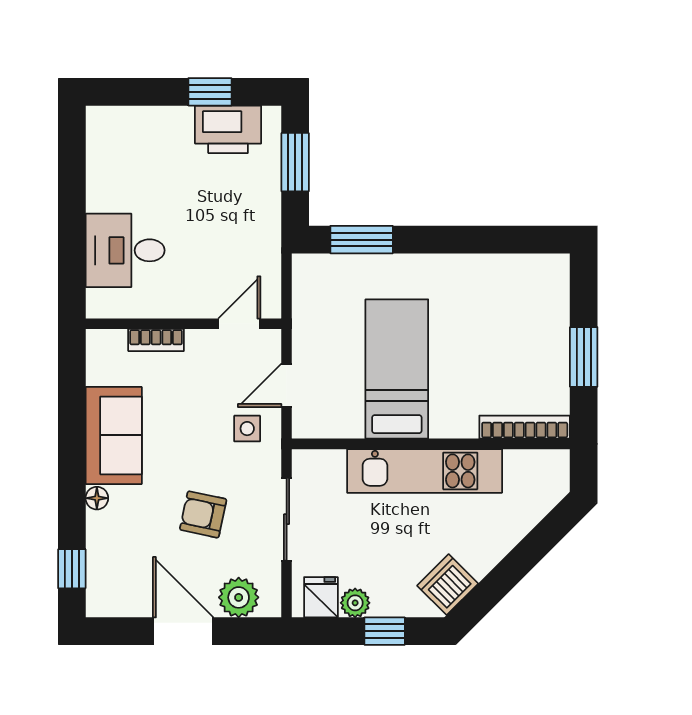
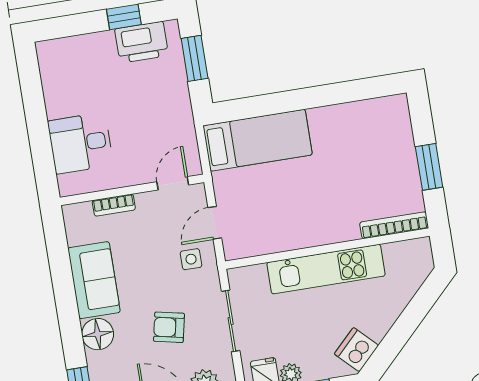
window: (362, 240) -> (252, 107), removed
bed: (397, 369) -> (258, 140), moved, turned 90
floor lamp: (97, 498) -> (98, 334), width x1.89, depth x1.89

